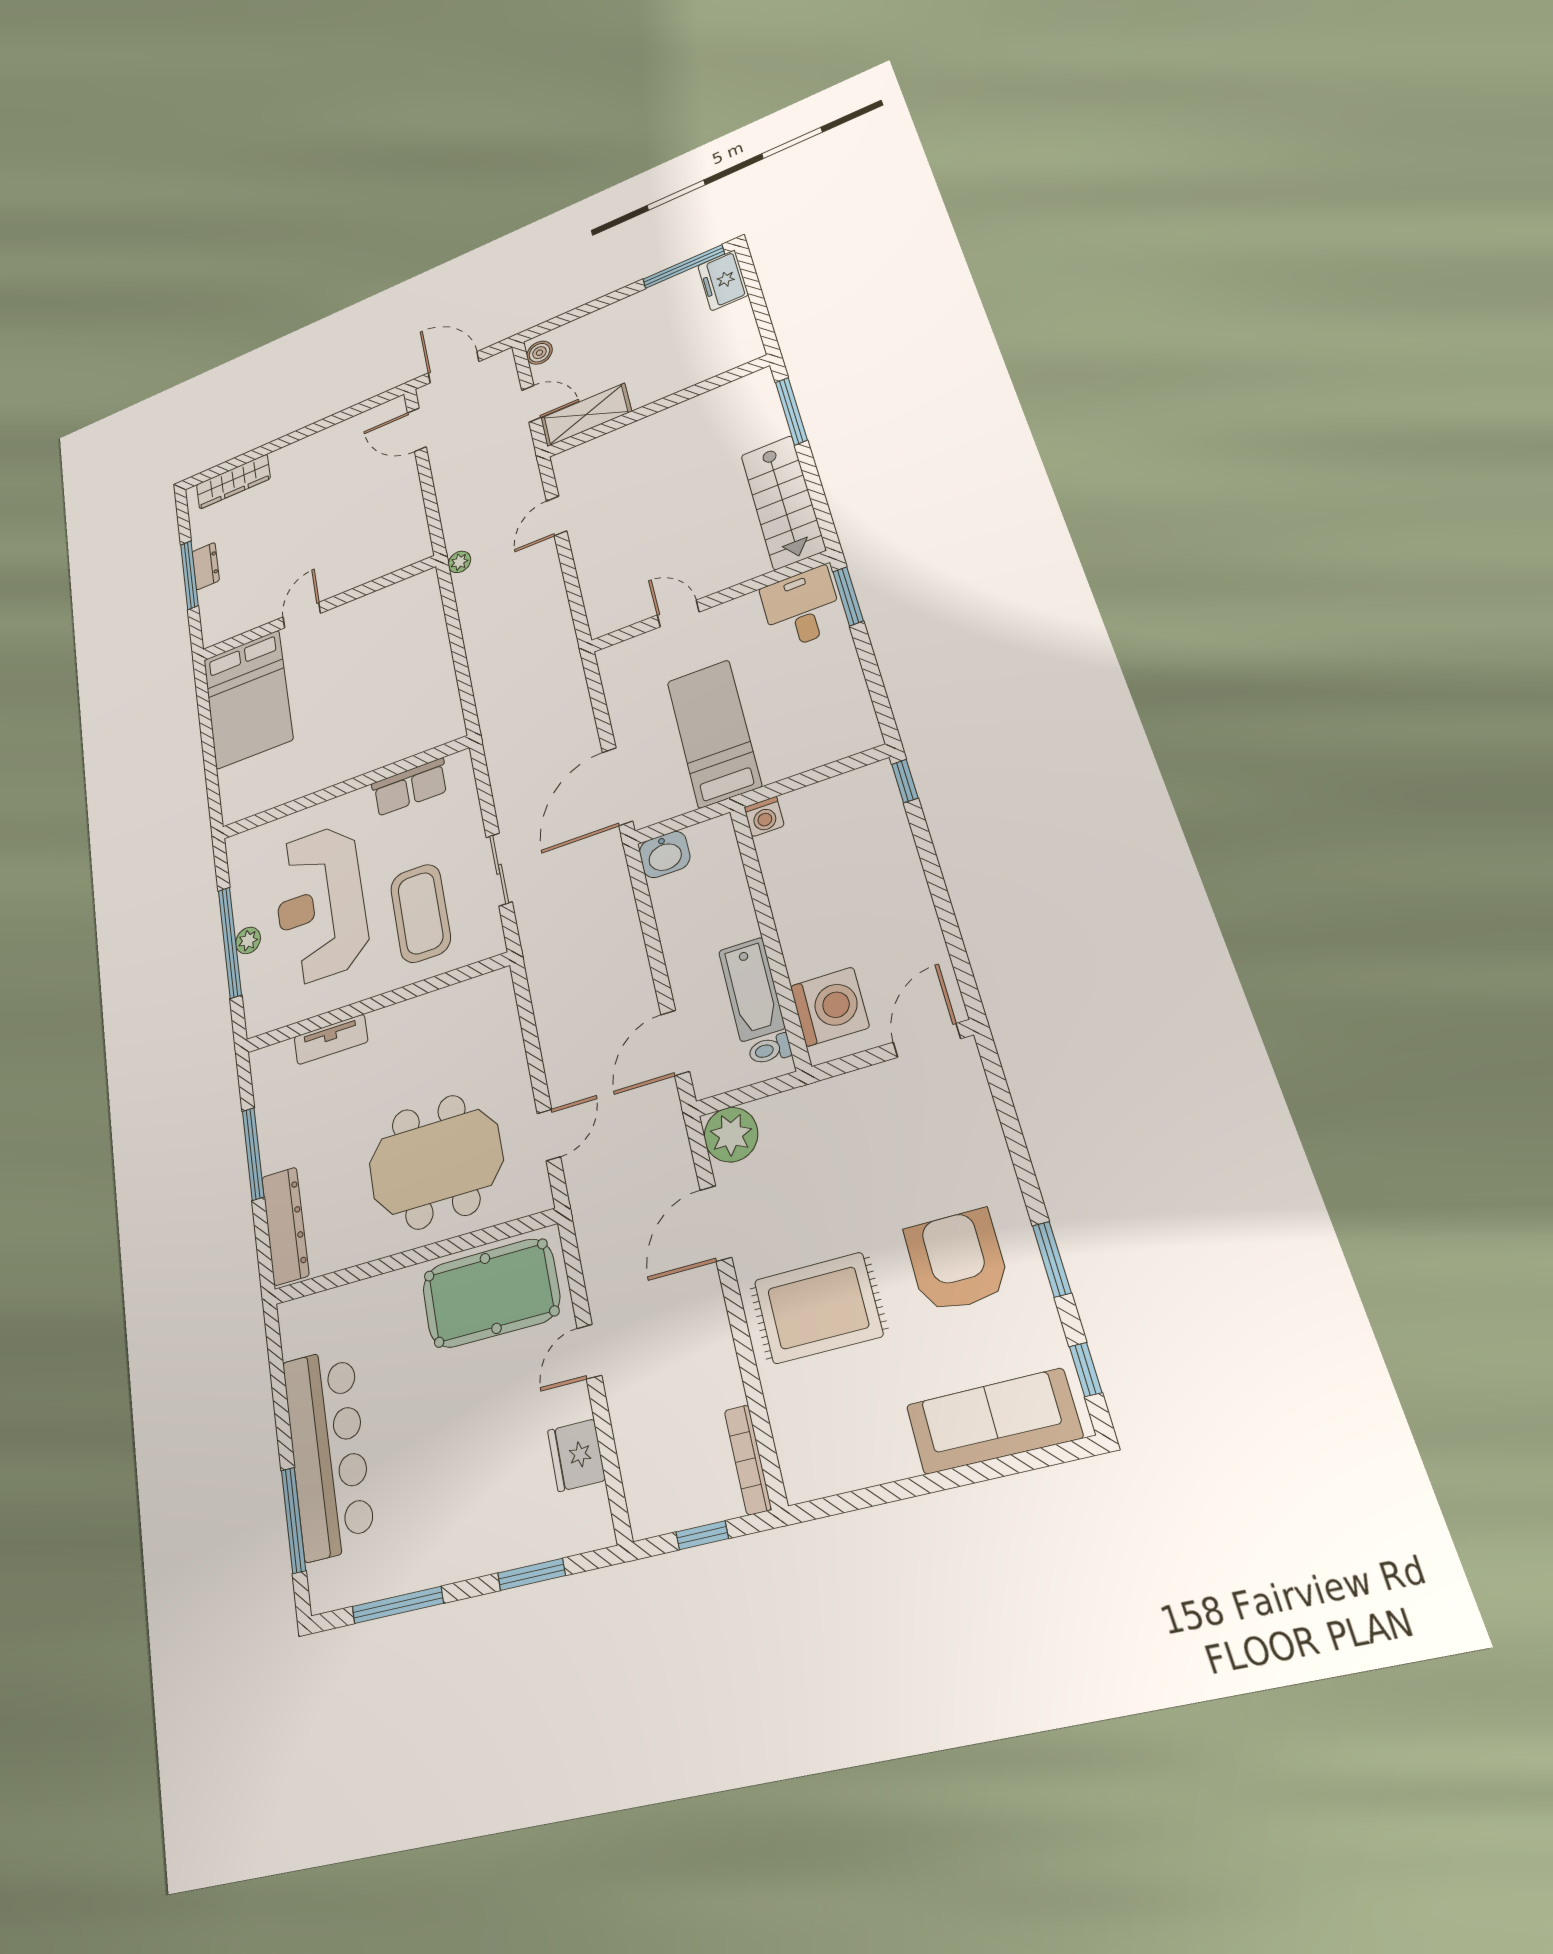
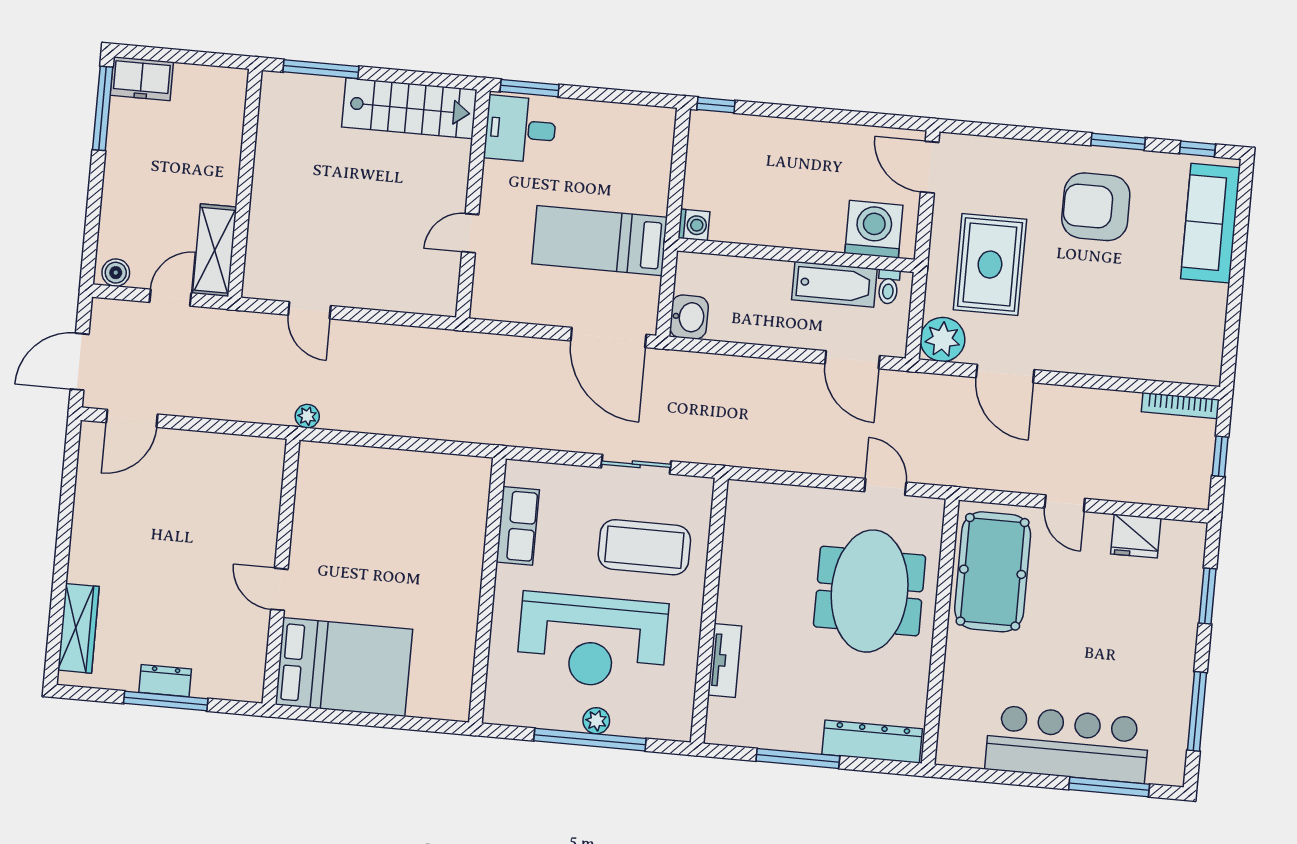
rug: (818, 1308) -> (990, 265), moved

